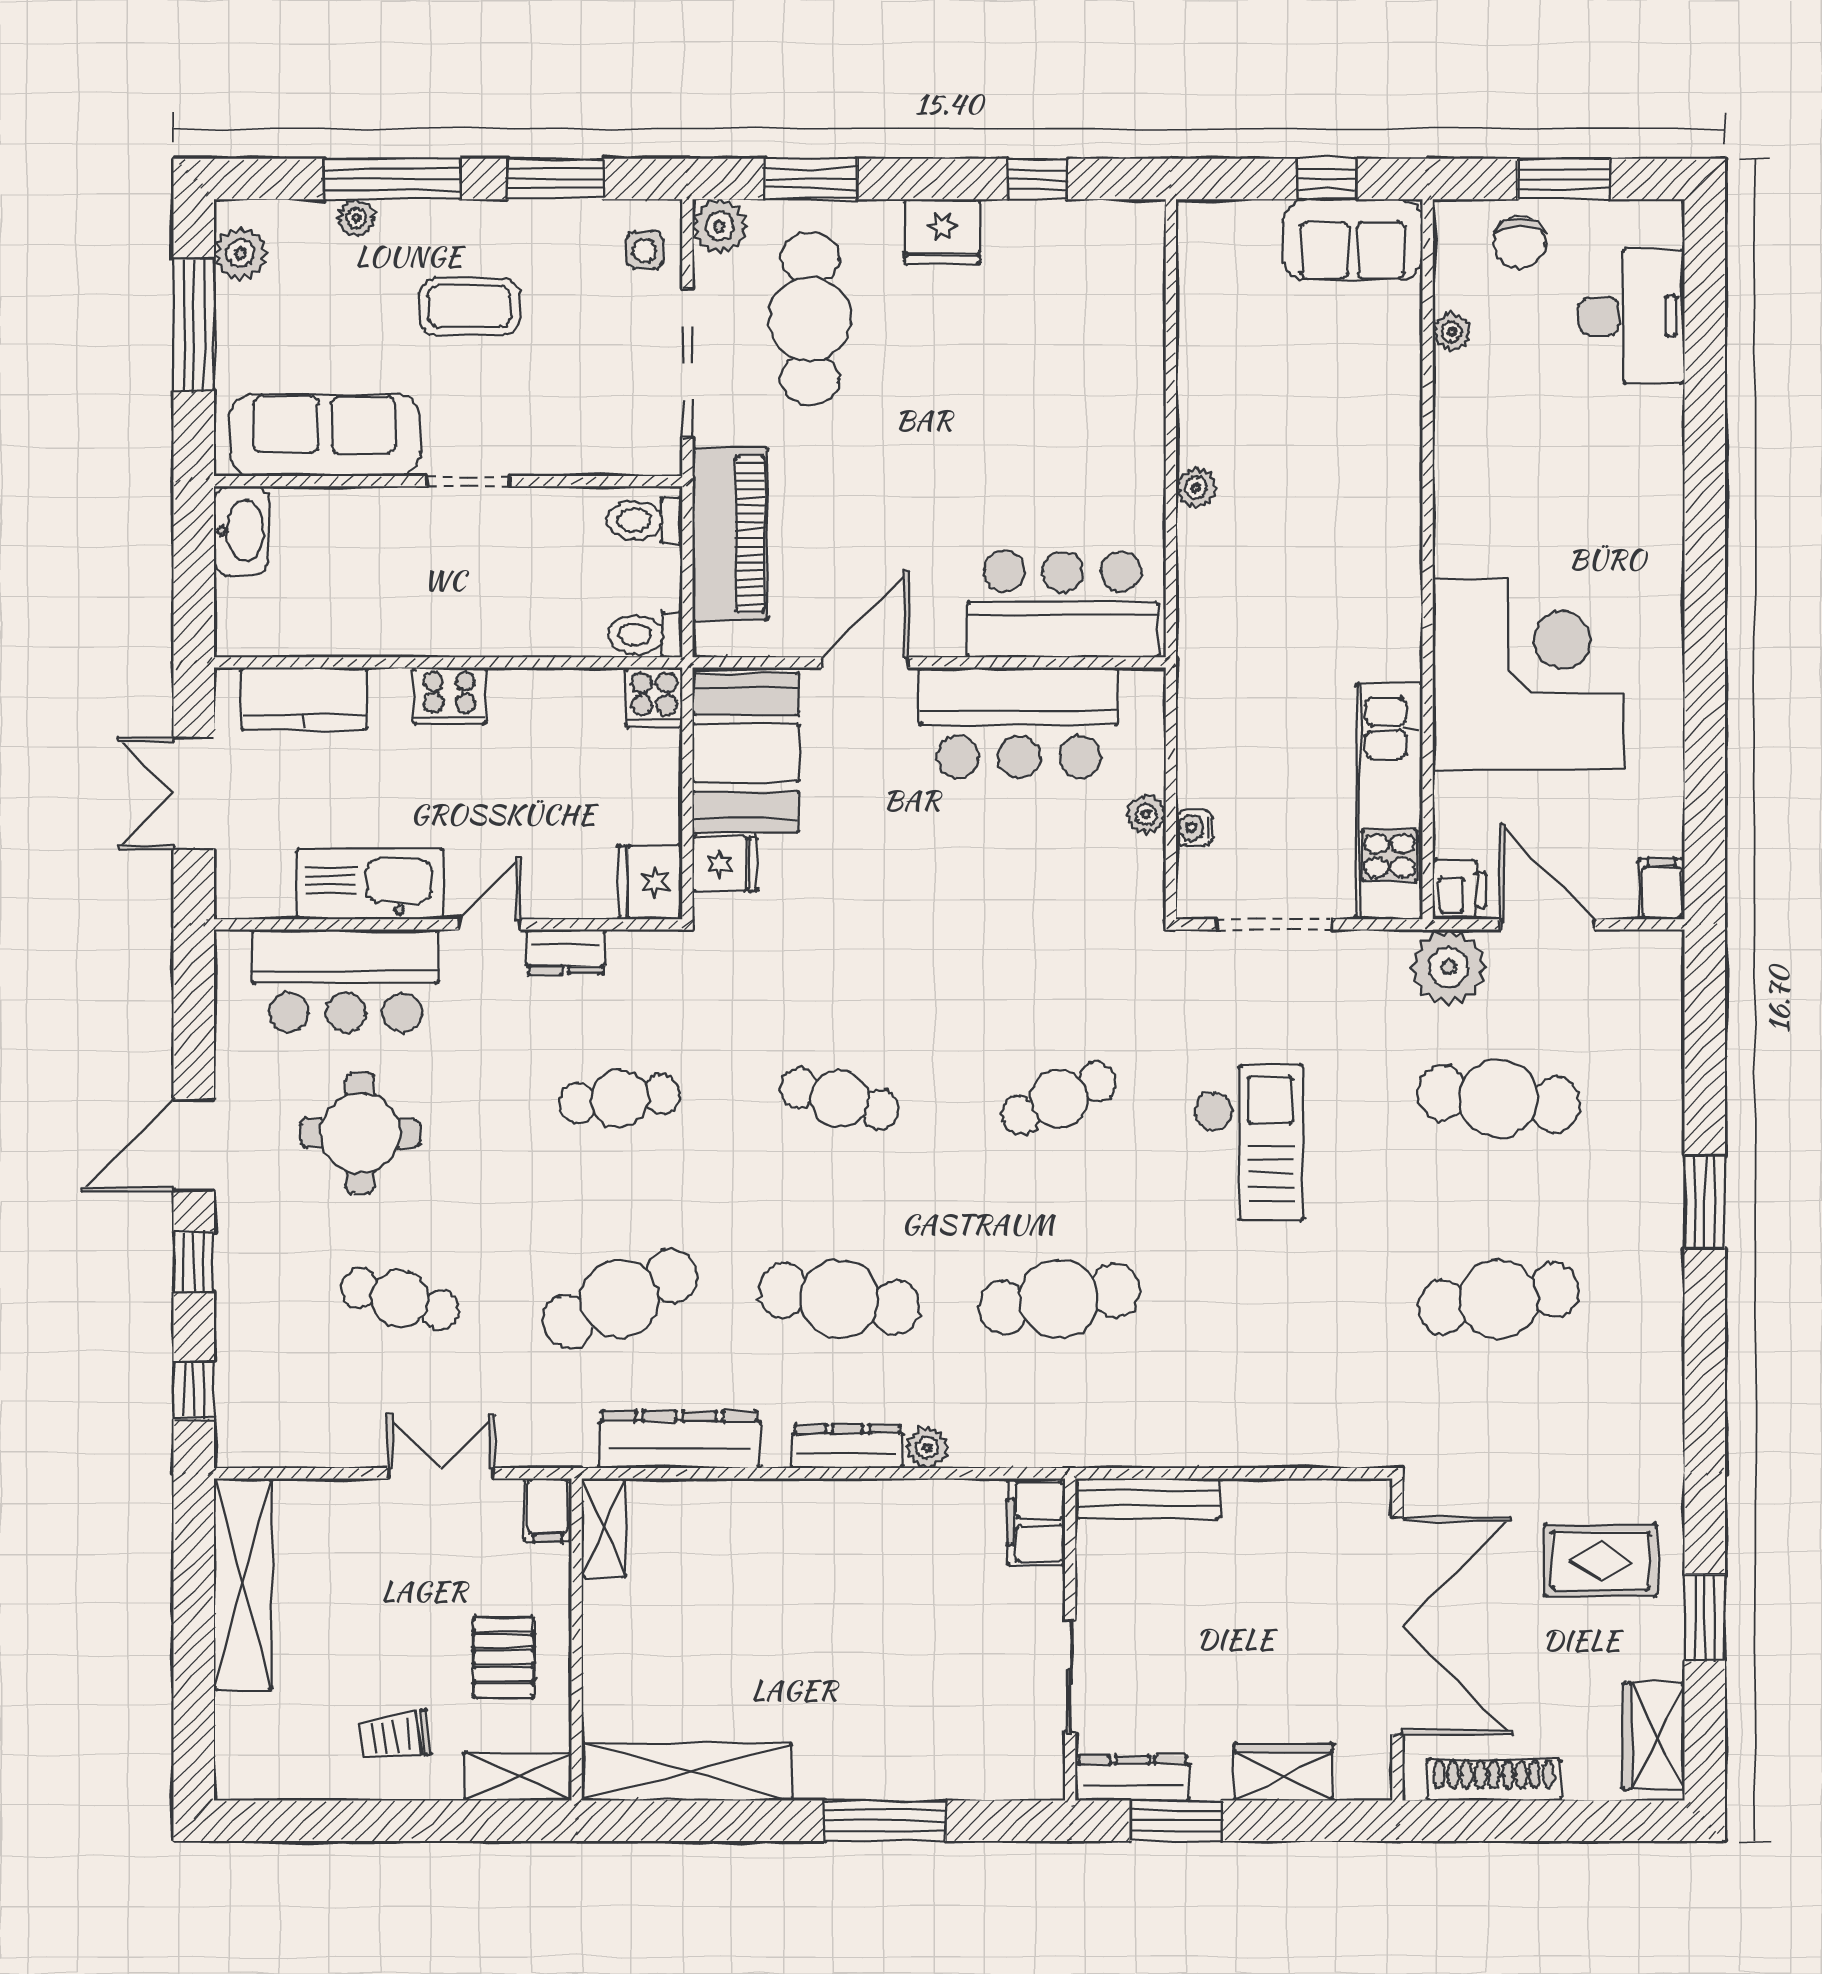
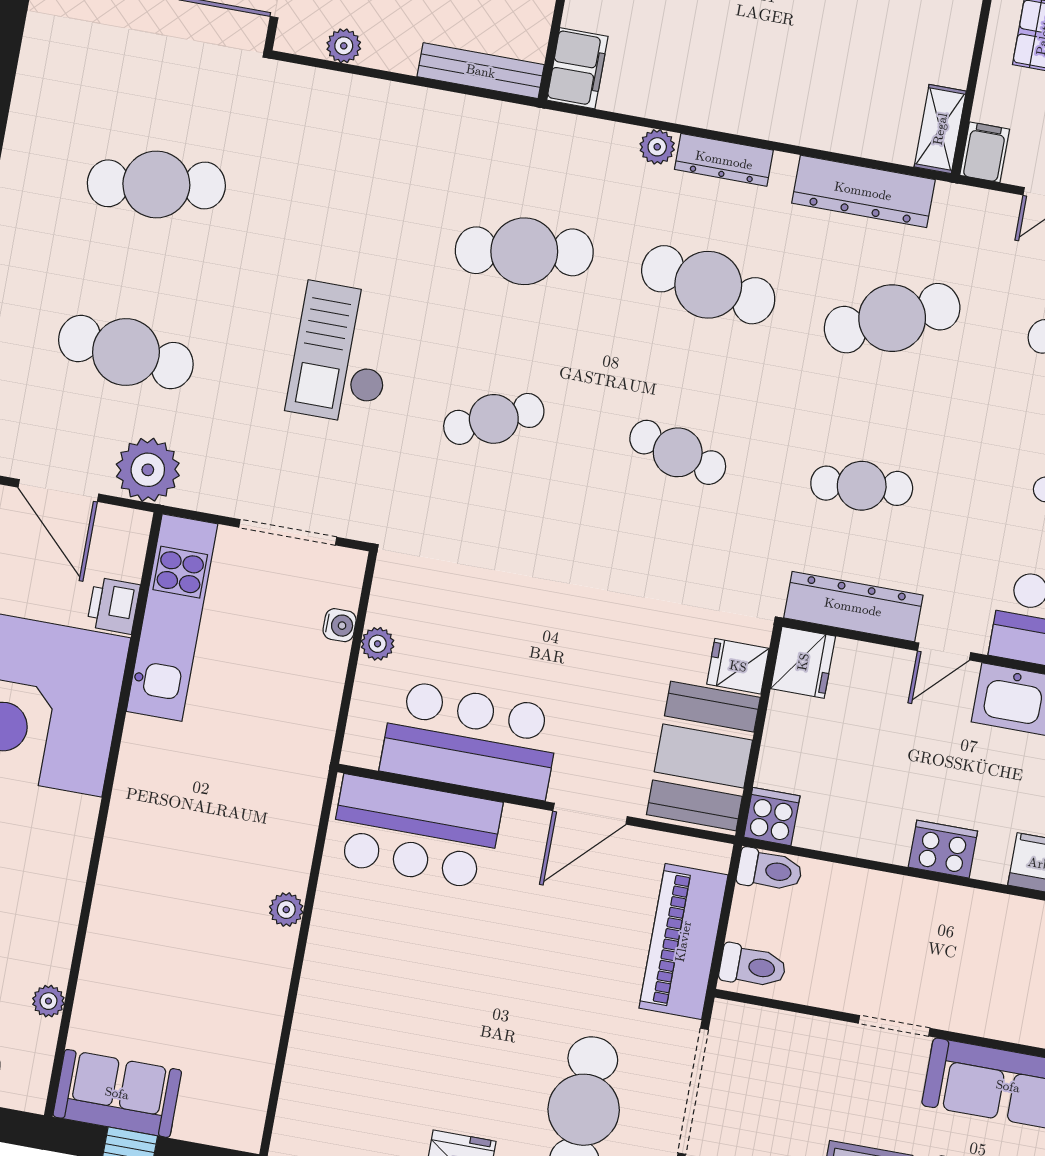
printer: (1460, 890) -> (113, 606), moved
dresser: (566, 952) -> (853, 607), width x1.96, depth x1.24
plant: (1311, 1499) -> (344, 46), added

